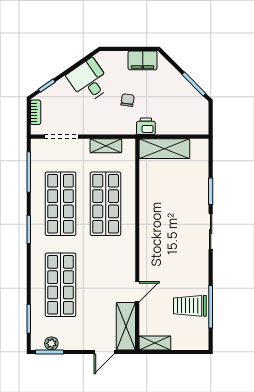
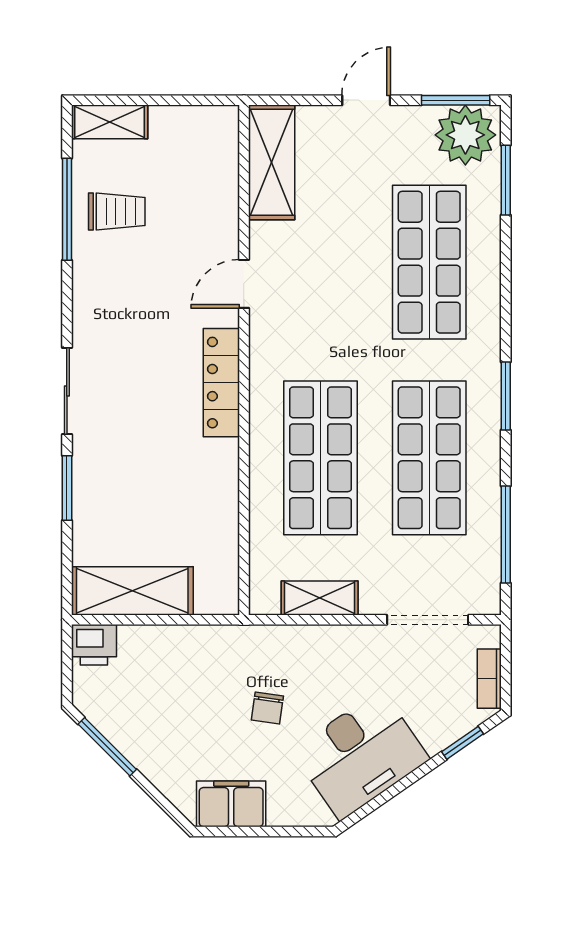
desk: (89, 81) -> (361, 755), width x1.37
printer: (146, 126) -> (94, 645), moved
shelving: (164, 149) -> (132, 591), moved
locker: (147, 235) -> (221, 383), added
door: (137, 292) -> (244, 284), moved
trolley: (190, 306) -> (117, 211), width x0.73, depth x0.72
plant: (51, 343) -> (465, 135), width x1.88, depth x1.88
shelving: (155, 343) -> (110, 122), moved
door: (104, 352) -> (366, 100), moved

